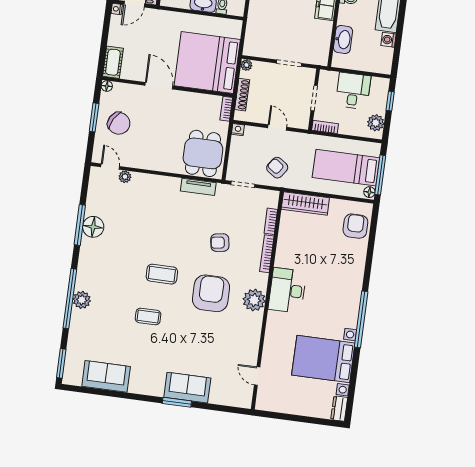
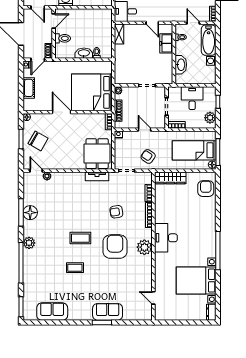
cot: (113, 62) -> (29, 88), moved
plant: (82, 300) -> (29, 243), moved

